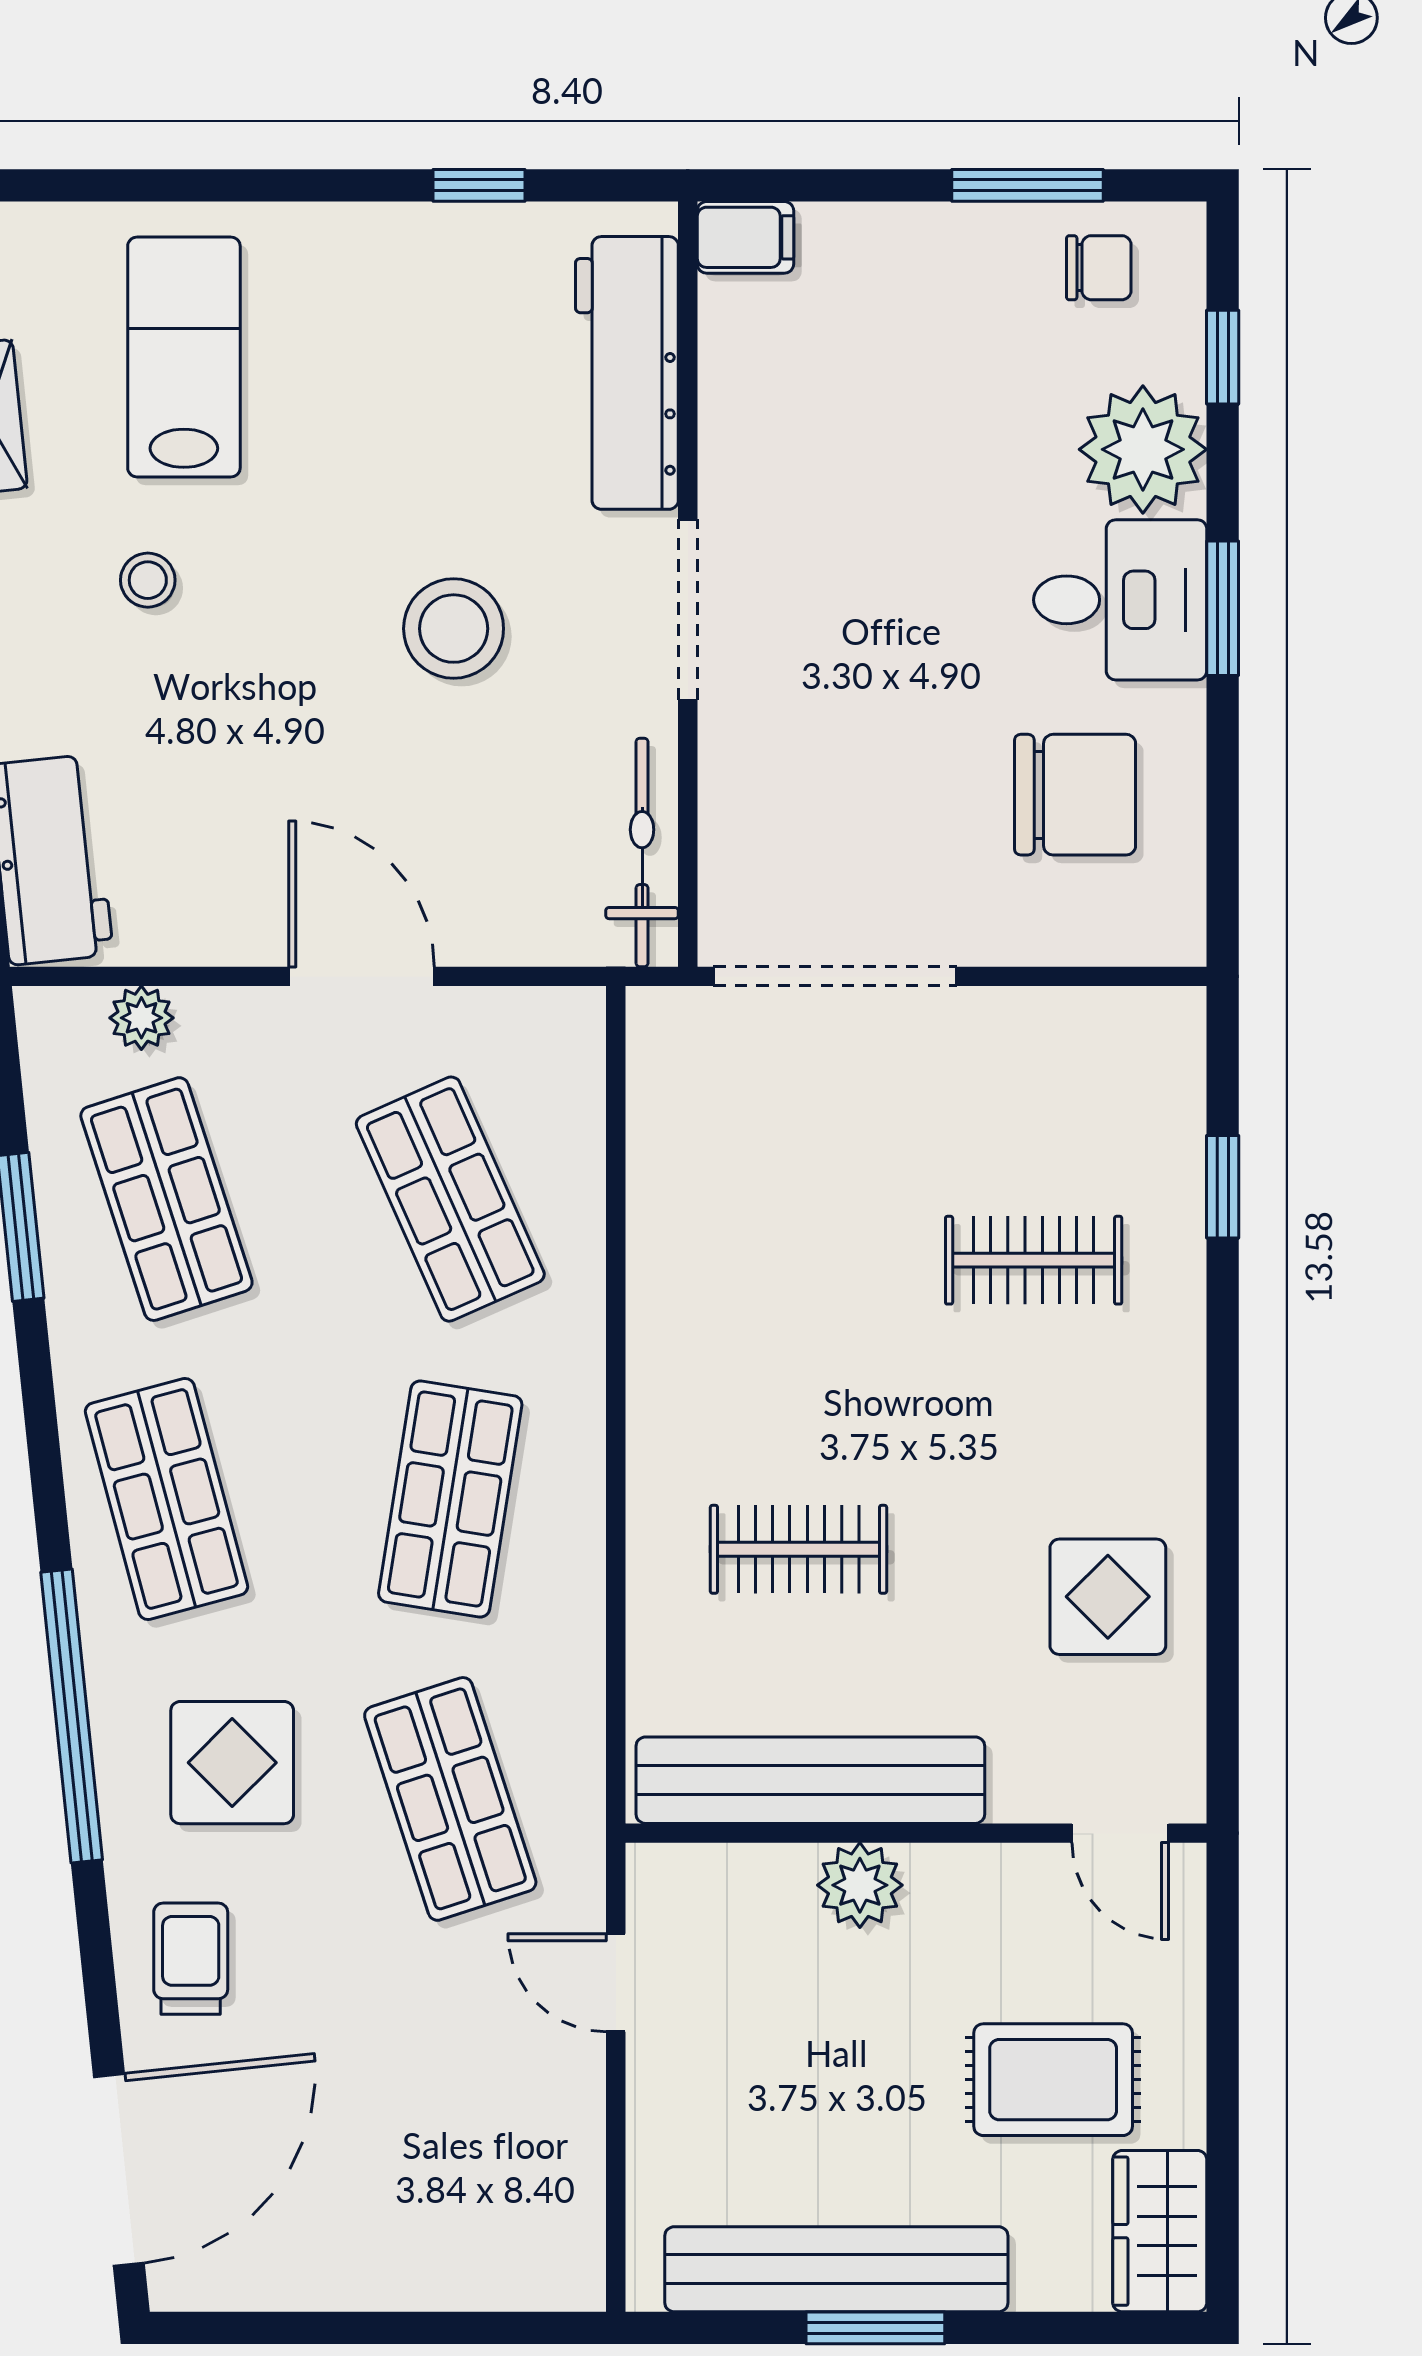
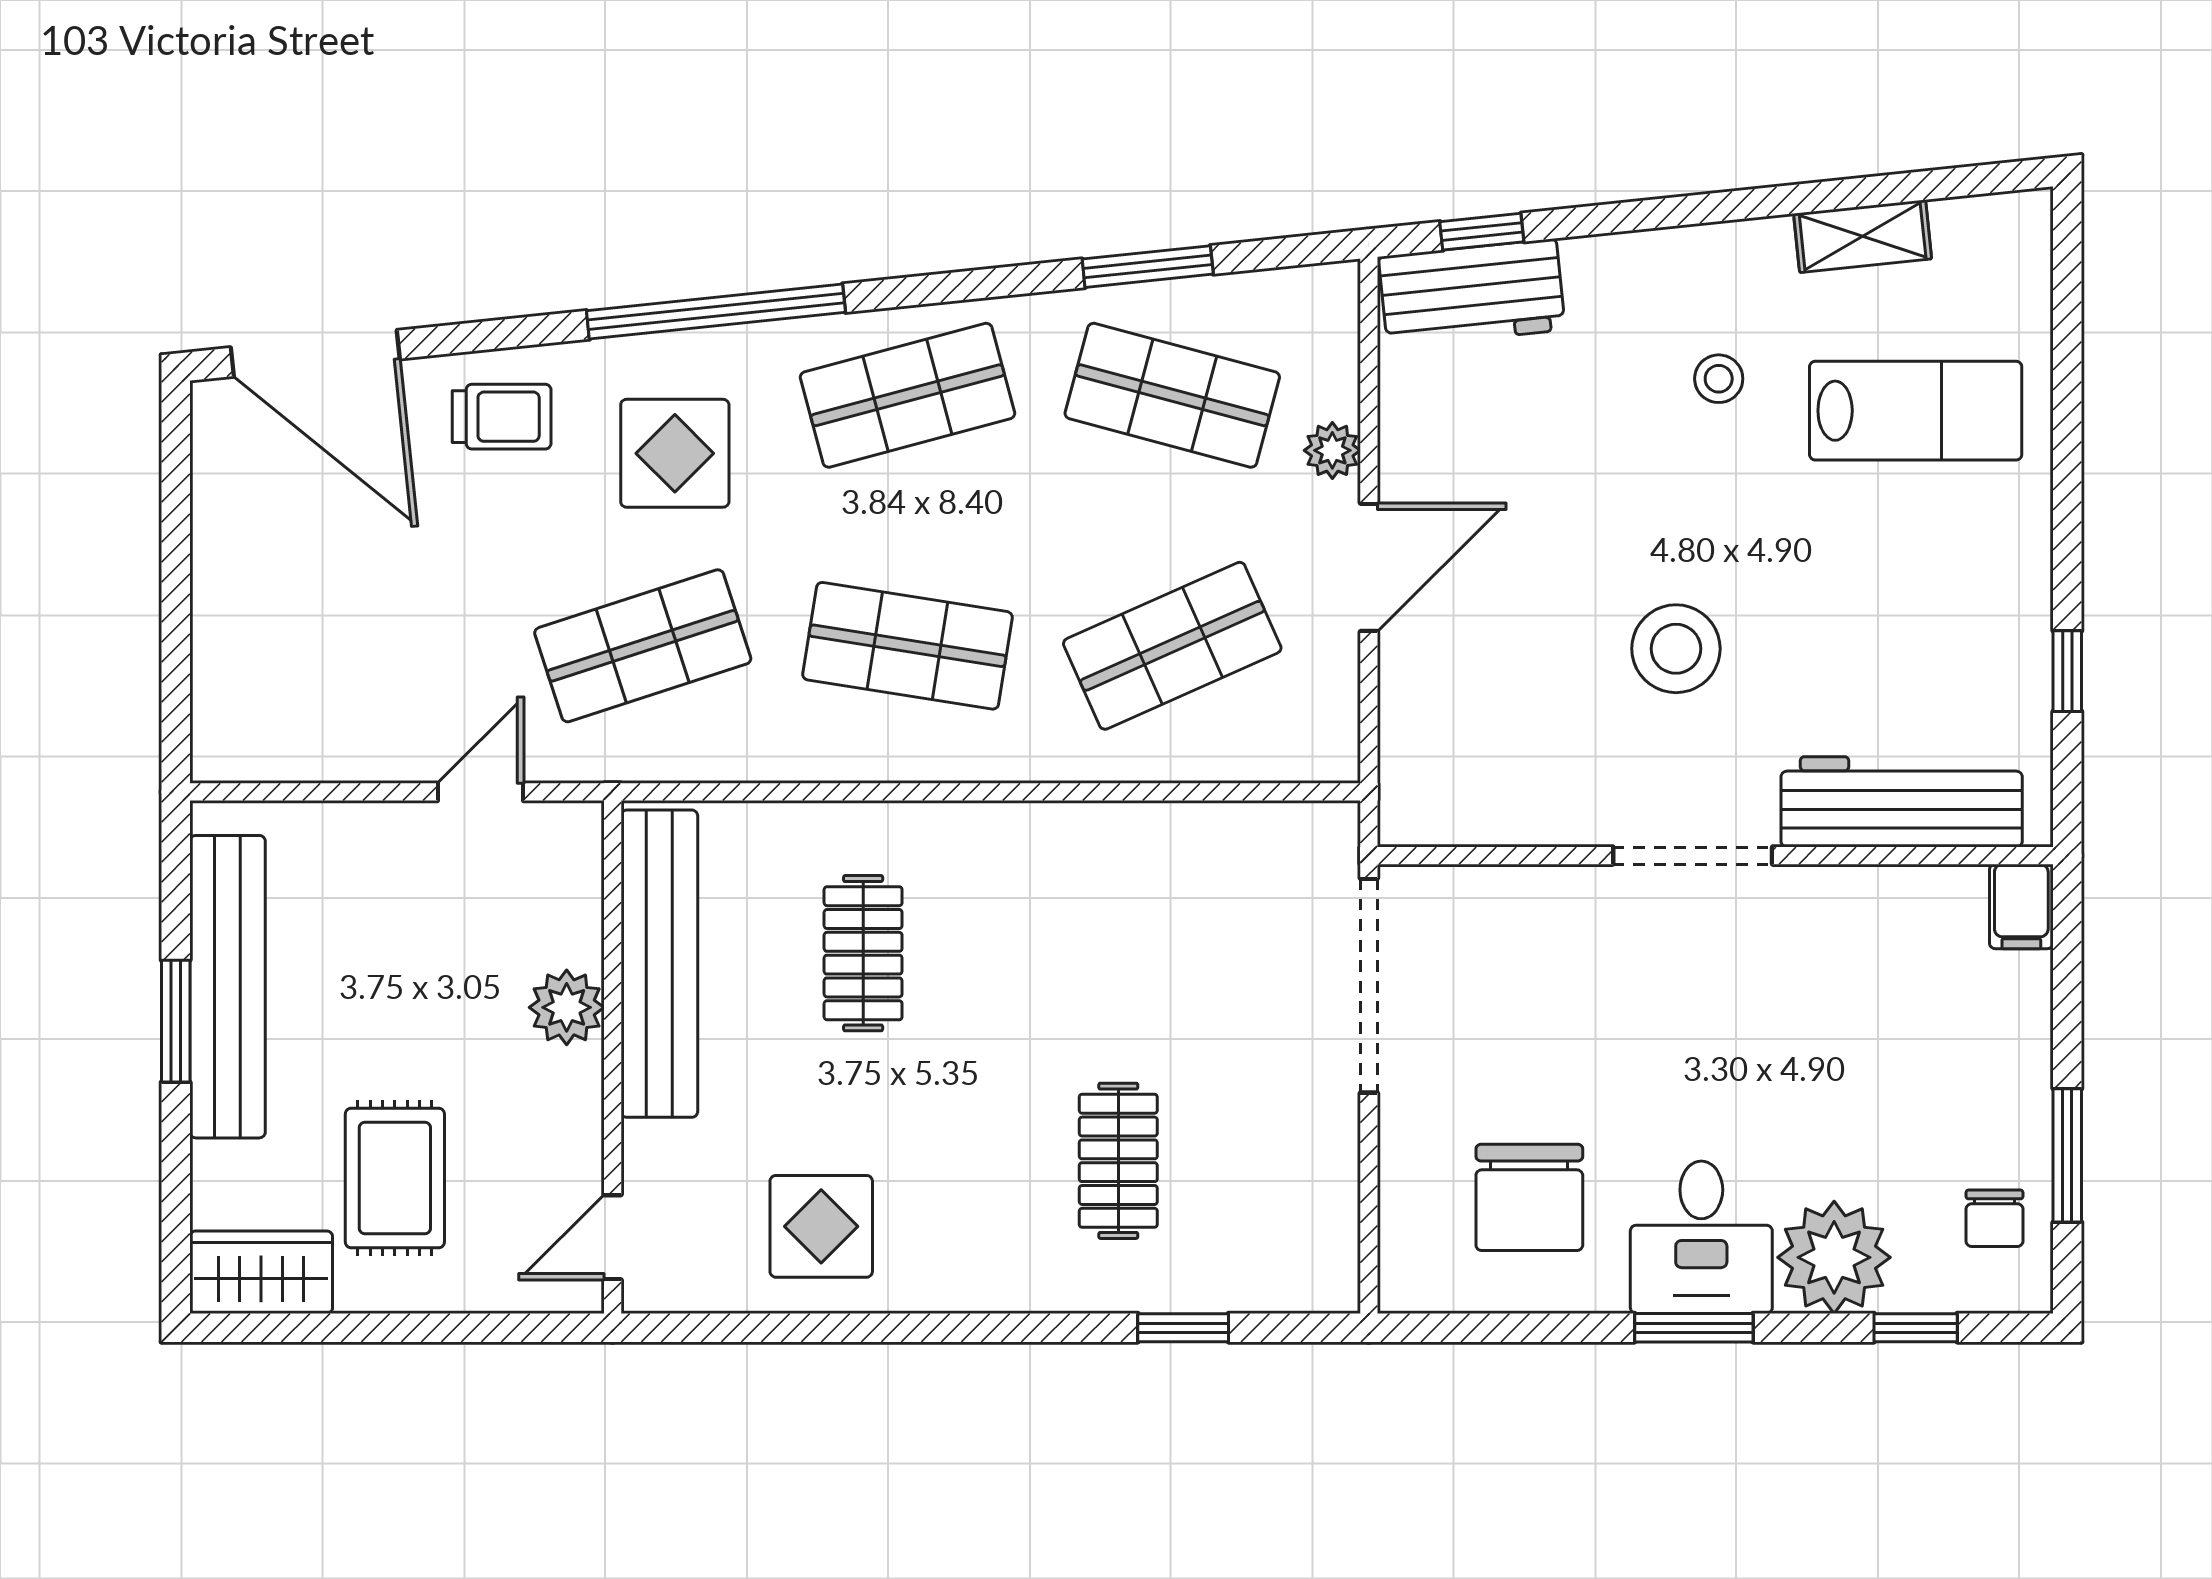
bicycle: (642, 852) -> (1478, 815), removed
plant: (141, 1018) -> (1332, 450), moved
shop shelf: (166, 1199) -> (1172, 395), turned 33

